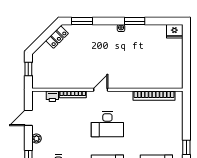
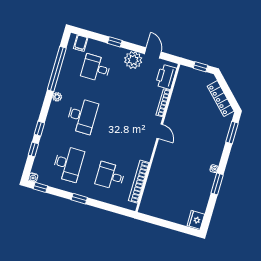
locker: (57, 37) -> (221, 99), width x1.53
printer: (52, 96) -> (166, 77), width x1.87, depth x1.48
desk: (107, 124) -> (110, 176), moved, width x0.73
plant: (36, 138) -> (133, 60), width x1.88, depth x1.88

